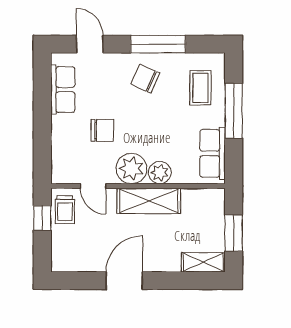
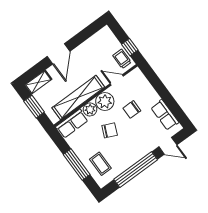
window: (158, 44) -> (136, 170), width x1.46
chair: (145, 79) -> (110, 130), moved
row of seats: (213, 153) -> (72, 124), moved, turned 90
shelving: (149, 201) -> (78, 97), width x1.47
door: (124, 281) -> (58, 54), moved

